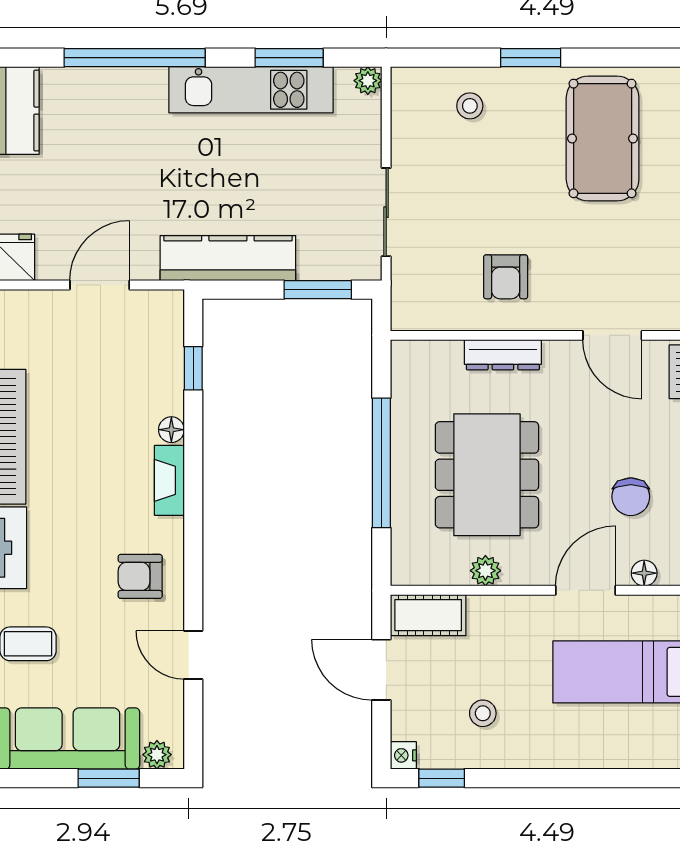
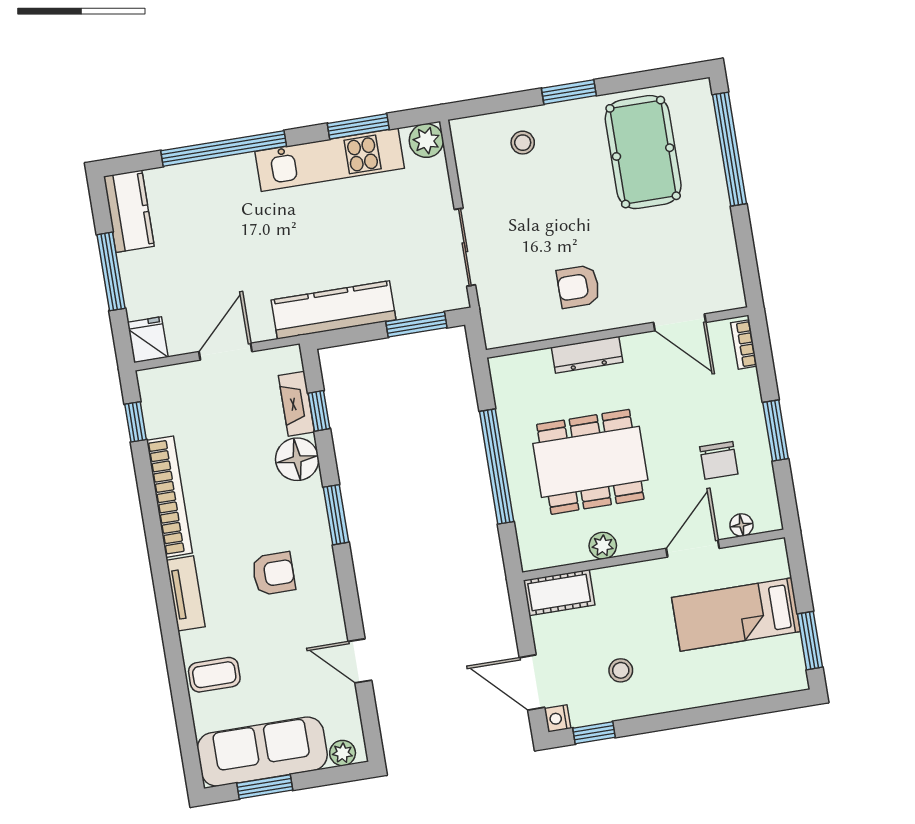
plant: (368, 81) -> (426, 140), width x1.38, depth x1.38
armchair: (506, 277) -> (578, 286), turned 90
floor lamp: (171, 430) -> (297, 459), width x1.89, depth x1.89
dining table: (487, 475) -> (590, 462), turned 90
fireplace: (169, 480) -> (296, 404), moved
window: (193, 487) -> (336, 515), added
armchair: (140, 576) -> (274, 574), moved, turned 180
door: (381, 670) -> (532, 683), moved
window: (109, 778) -> (265, 787), moved

